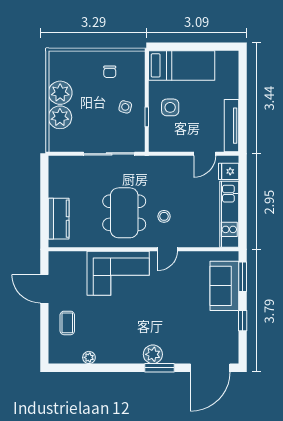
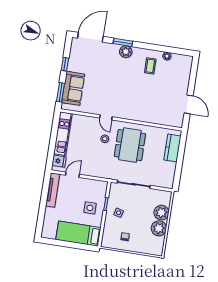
door: (167, 249) -> (106, 117), swing flipped
corner sofa: (118, 273) -> (140, 107), removed
coffee table: (67, 323) -> (150, 66), moved

